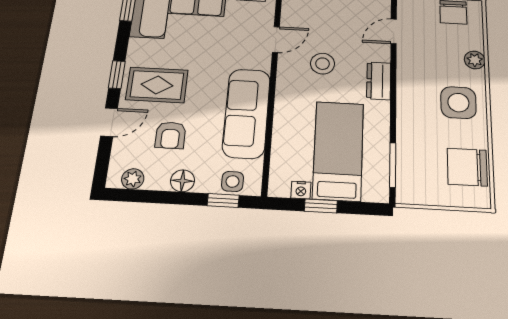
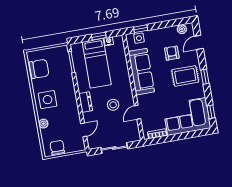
door: (109, 122) -> (199, 42), moved
floor lamp: (182, 181) -> (160, 33), removed

